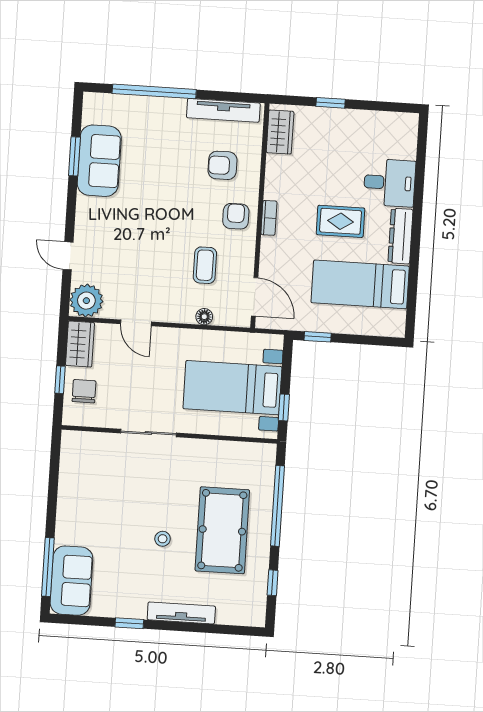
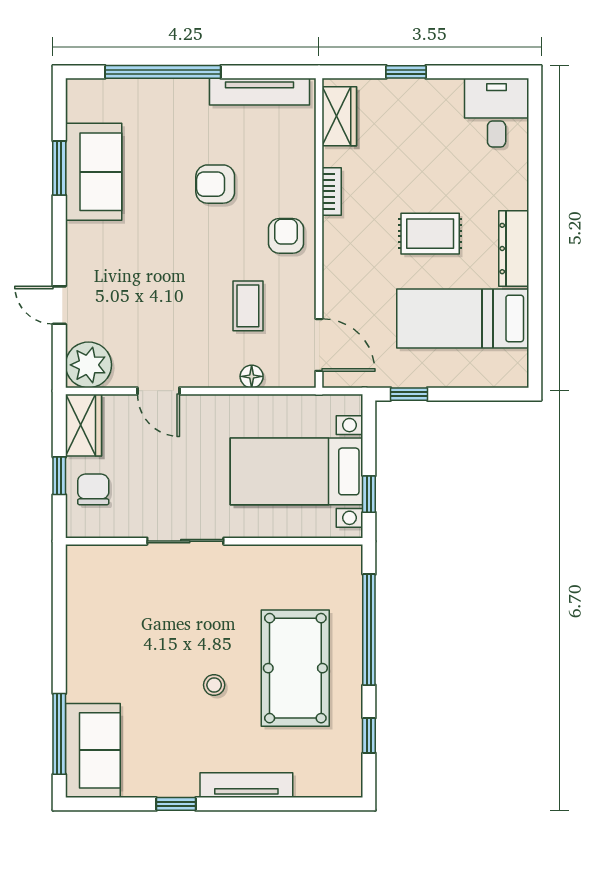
armchair: (222, 165) -> (215, 184), moved
desk: (390, 183) -> (497, 113), moved, turned -90
bookcase: (269, 218) -> (332, 191), moved

